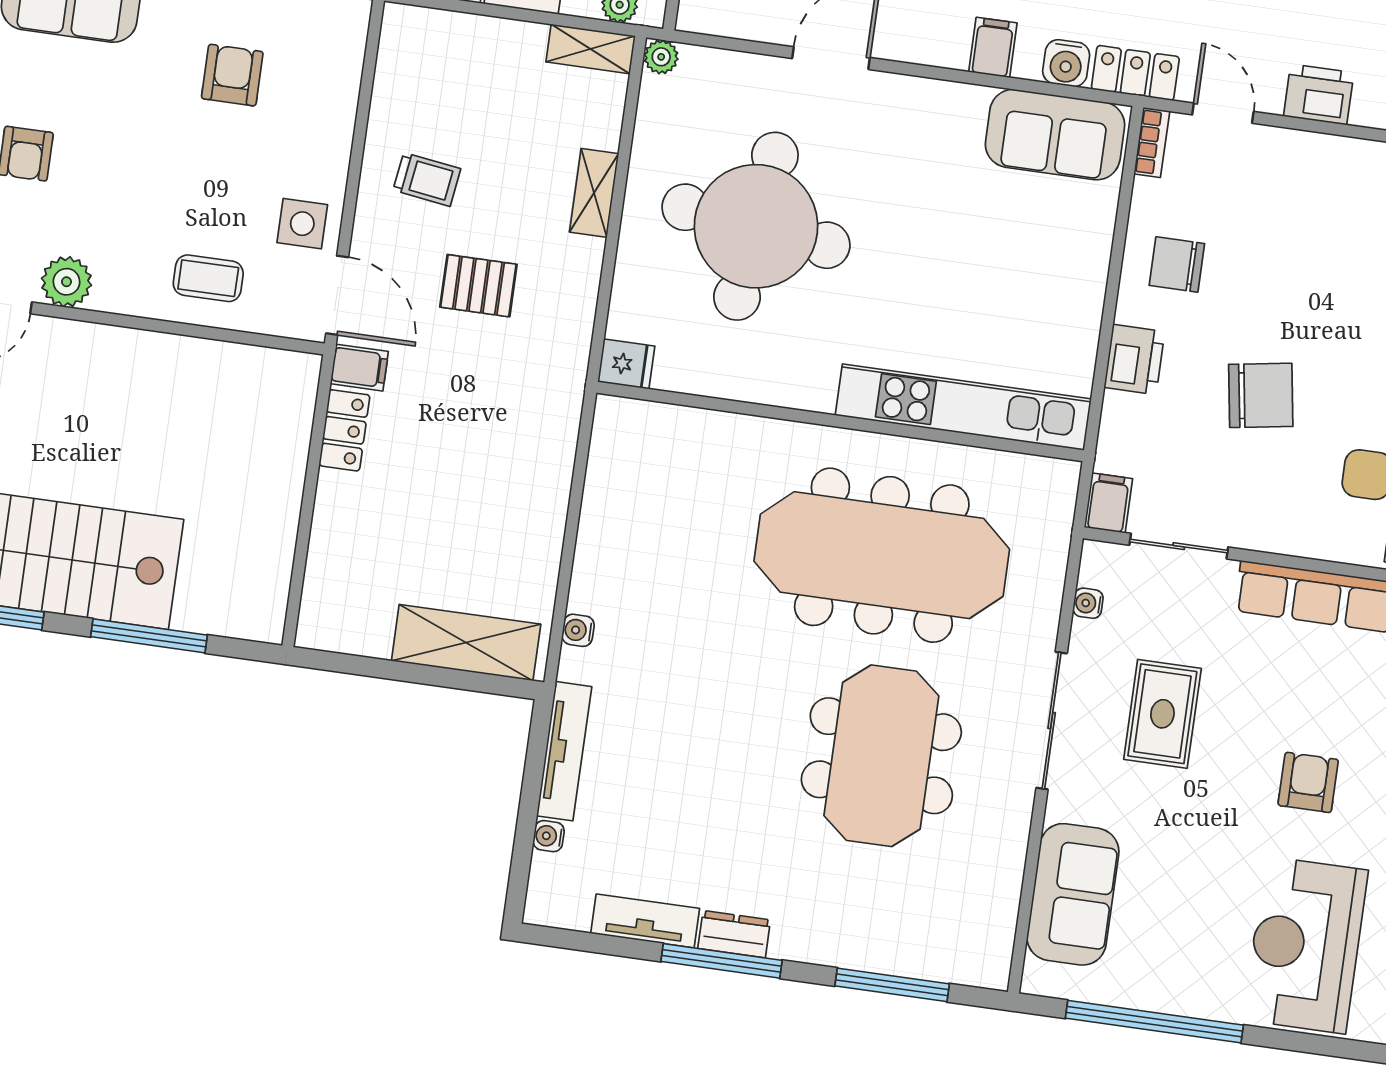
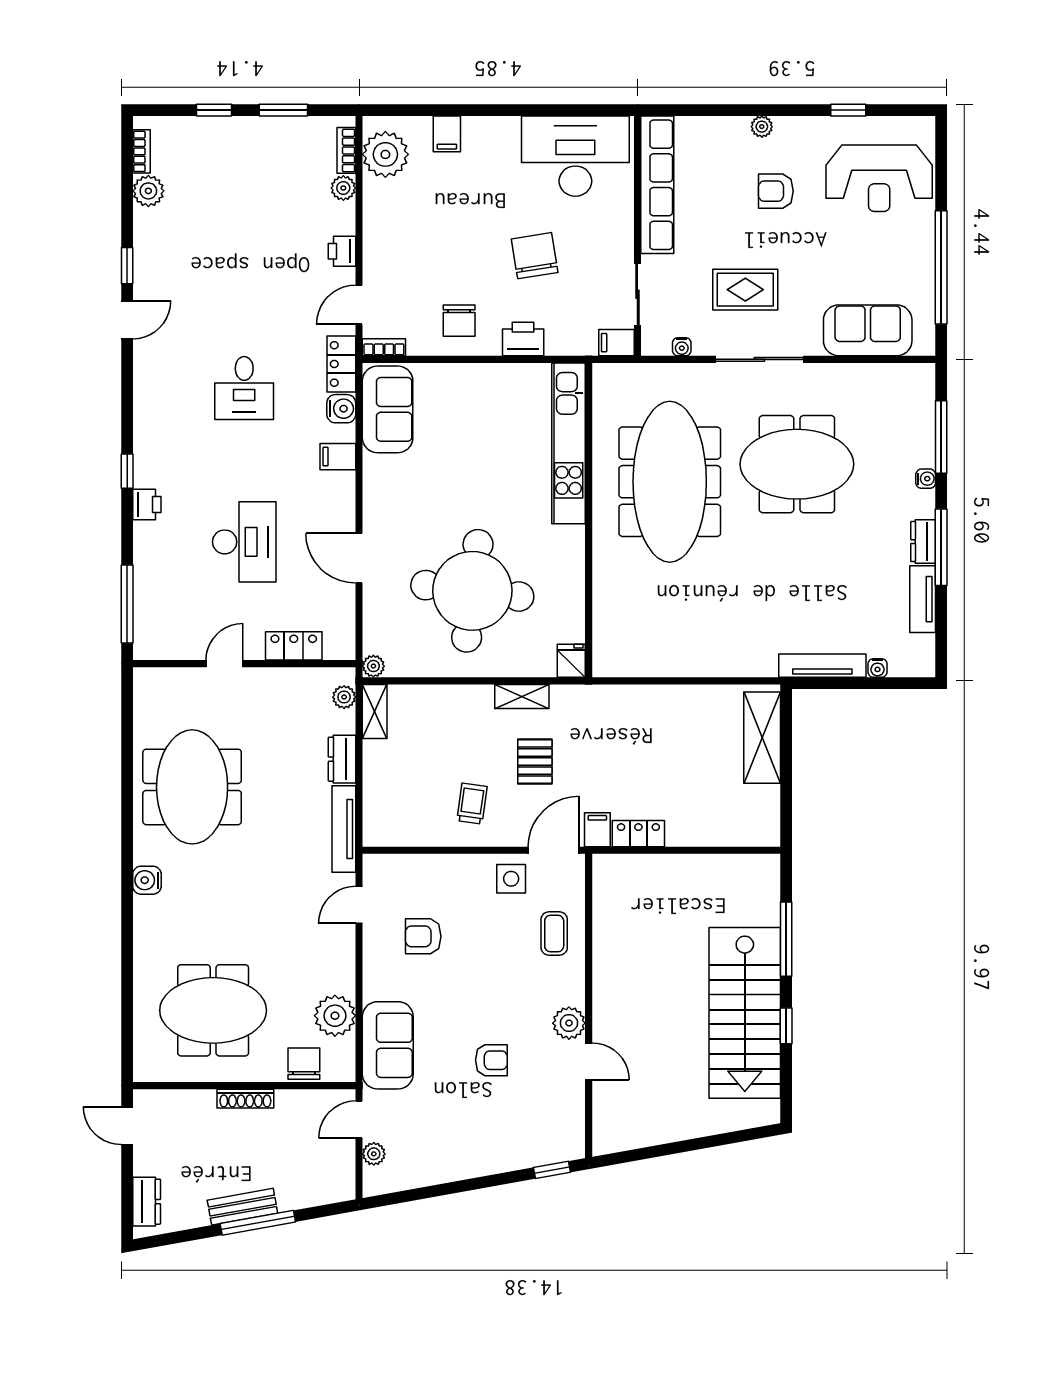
printer: (1319, 94) -> (342, 251), width x0.73, depth x0.81
shelving: (594, 193) -> (522, 696), moved
water cooler: (578, 630) -> (926, 479), moved, turned -90

